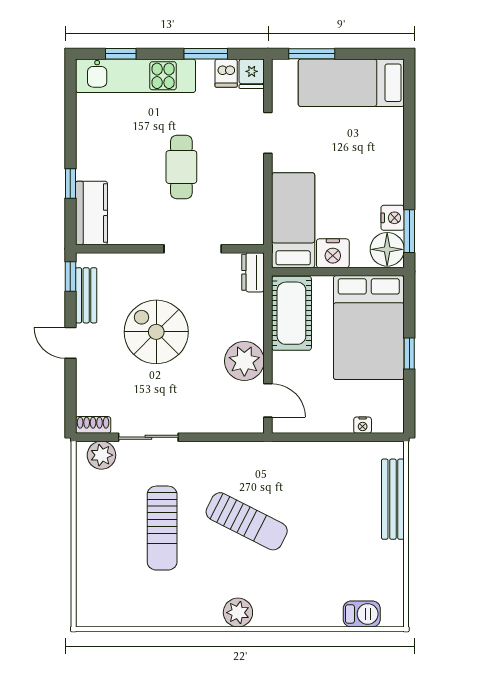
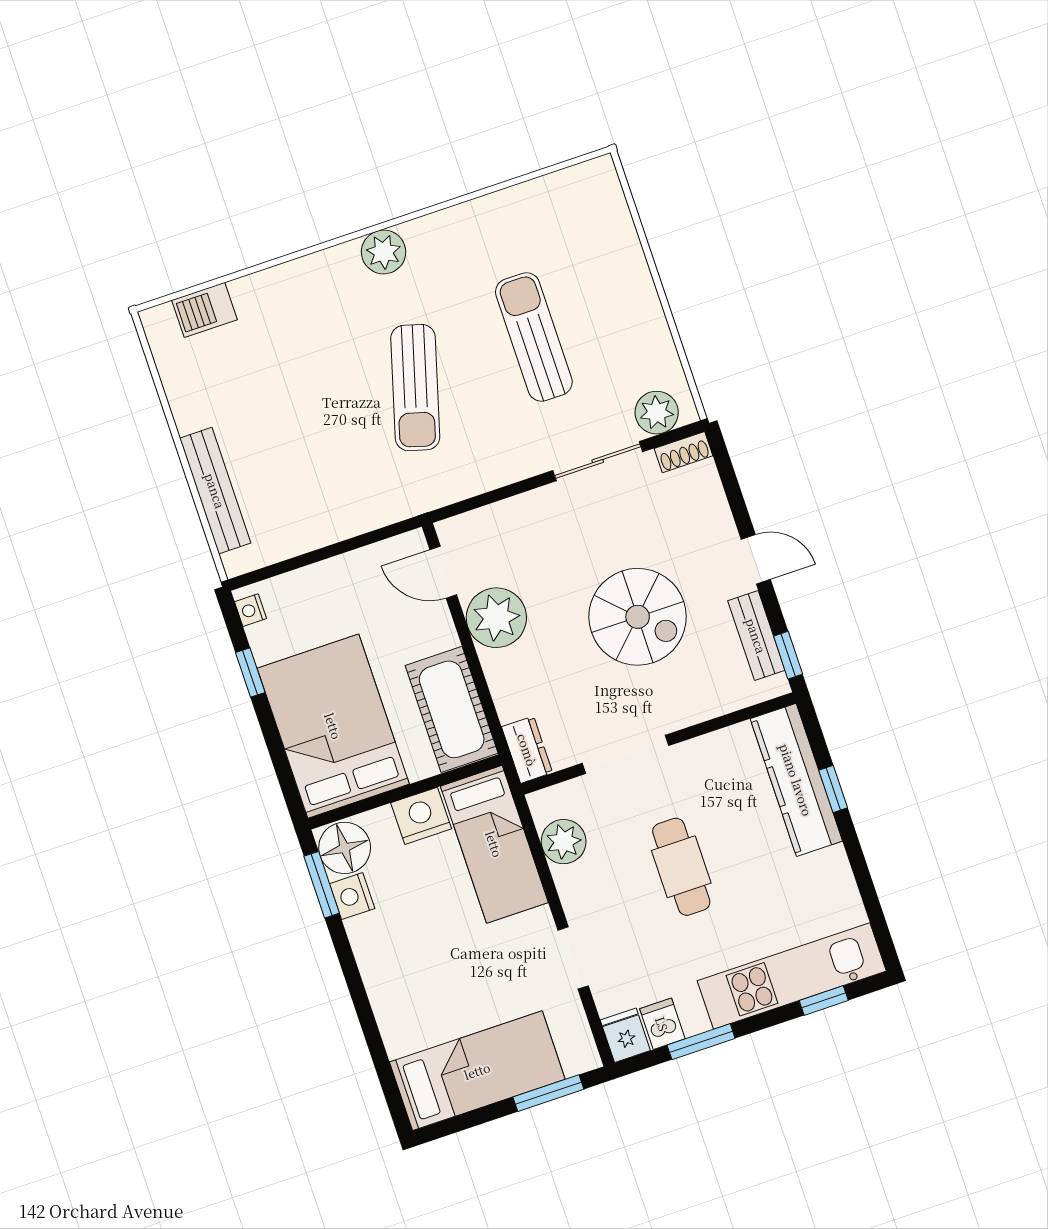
plant: (249, 207) -> (564, 842), added
kitchen counter: (92, 213) -> (796, 780), width x1.50
window: (409, 354) -> (250, 673), moved
nightstand: (363, 425) -> (251, 610), moved, turned -90
sun lounger: (247, 521) -> (415, 388), turned -101

